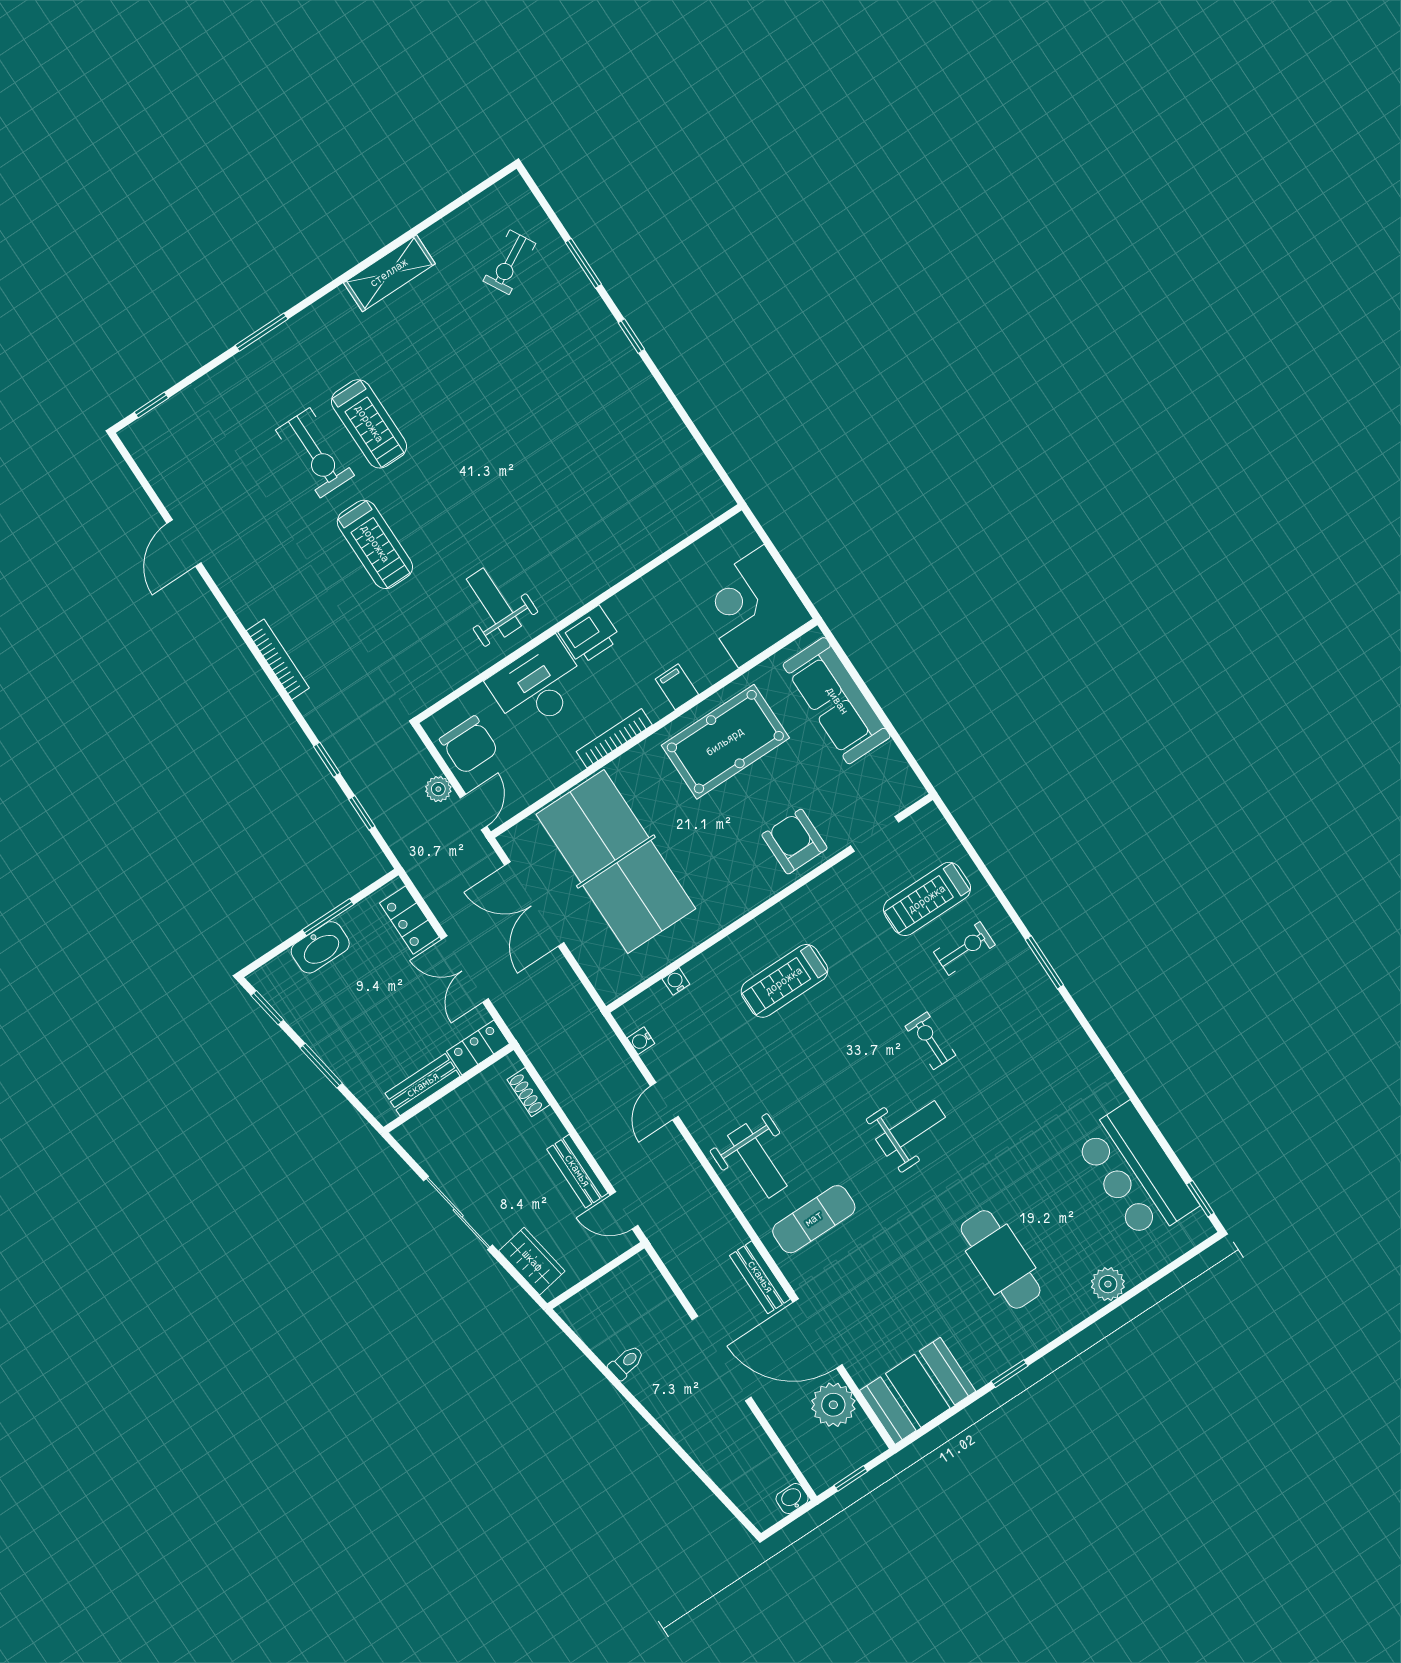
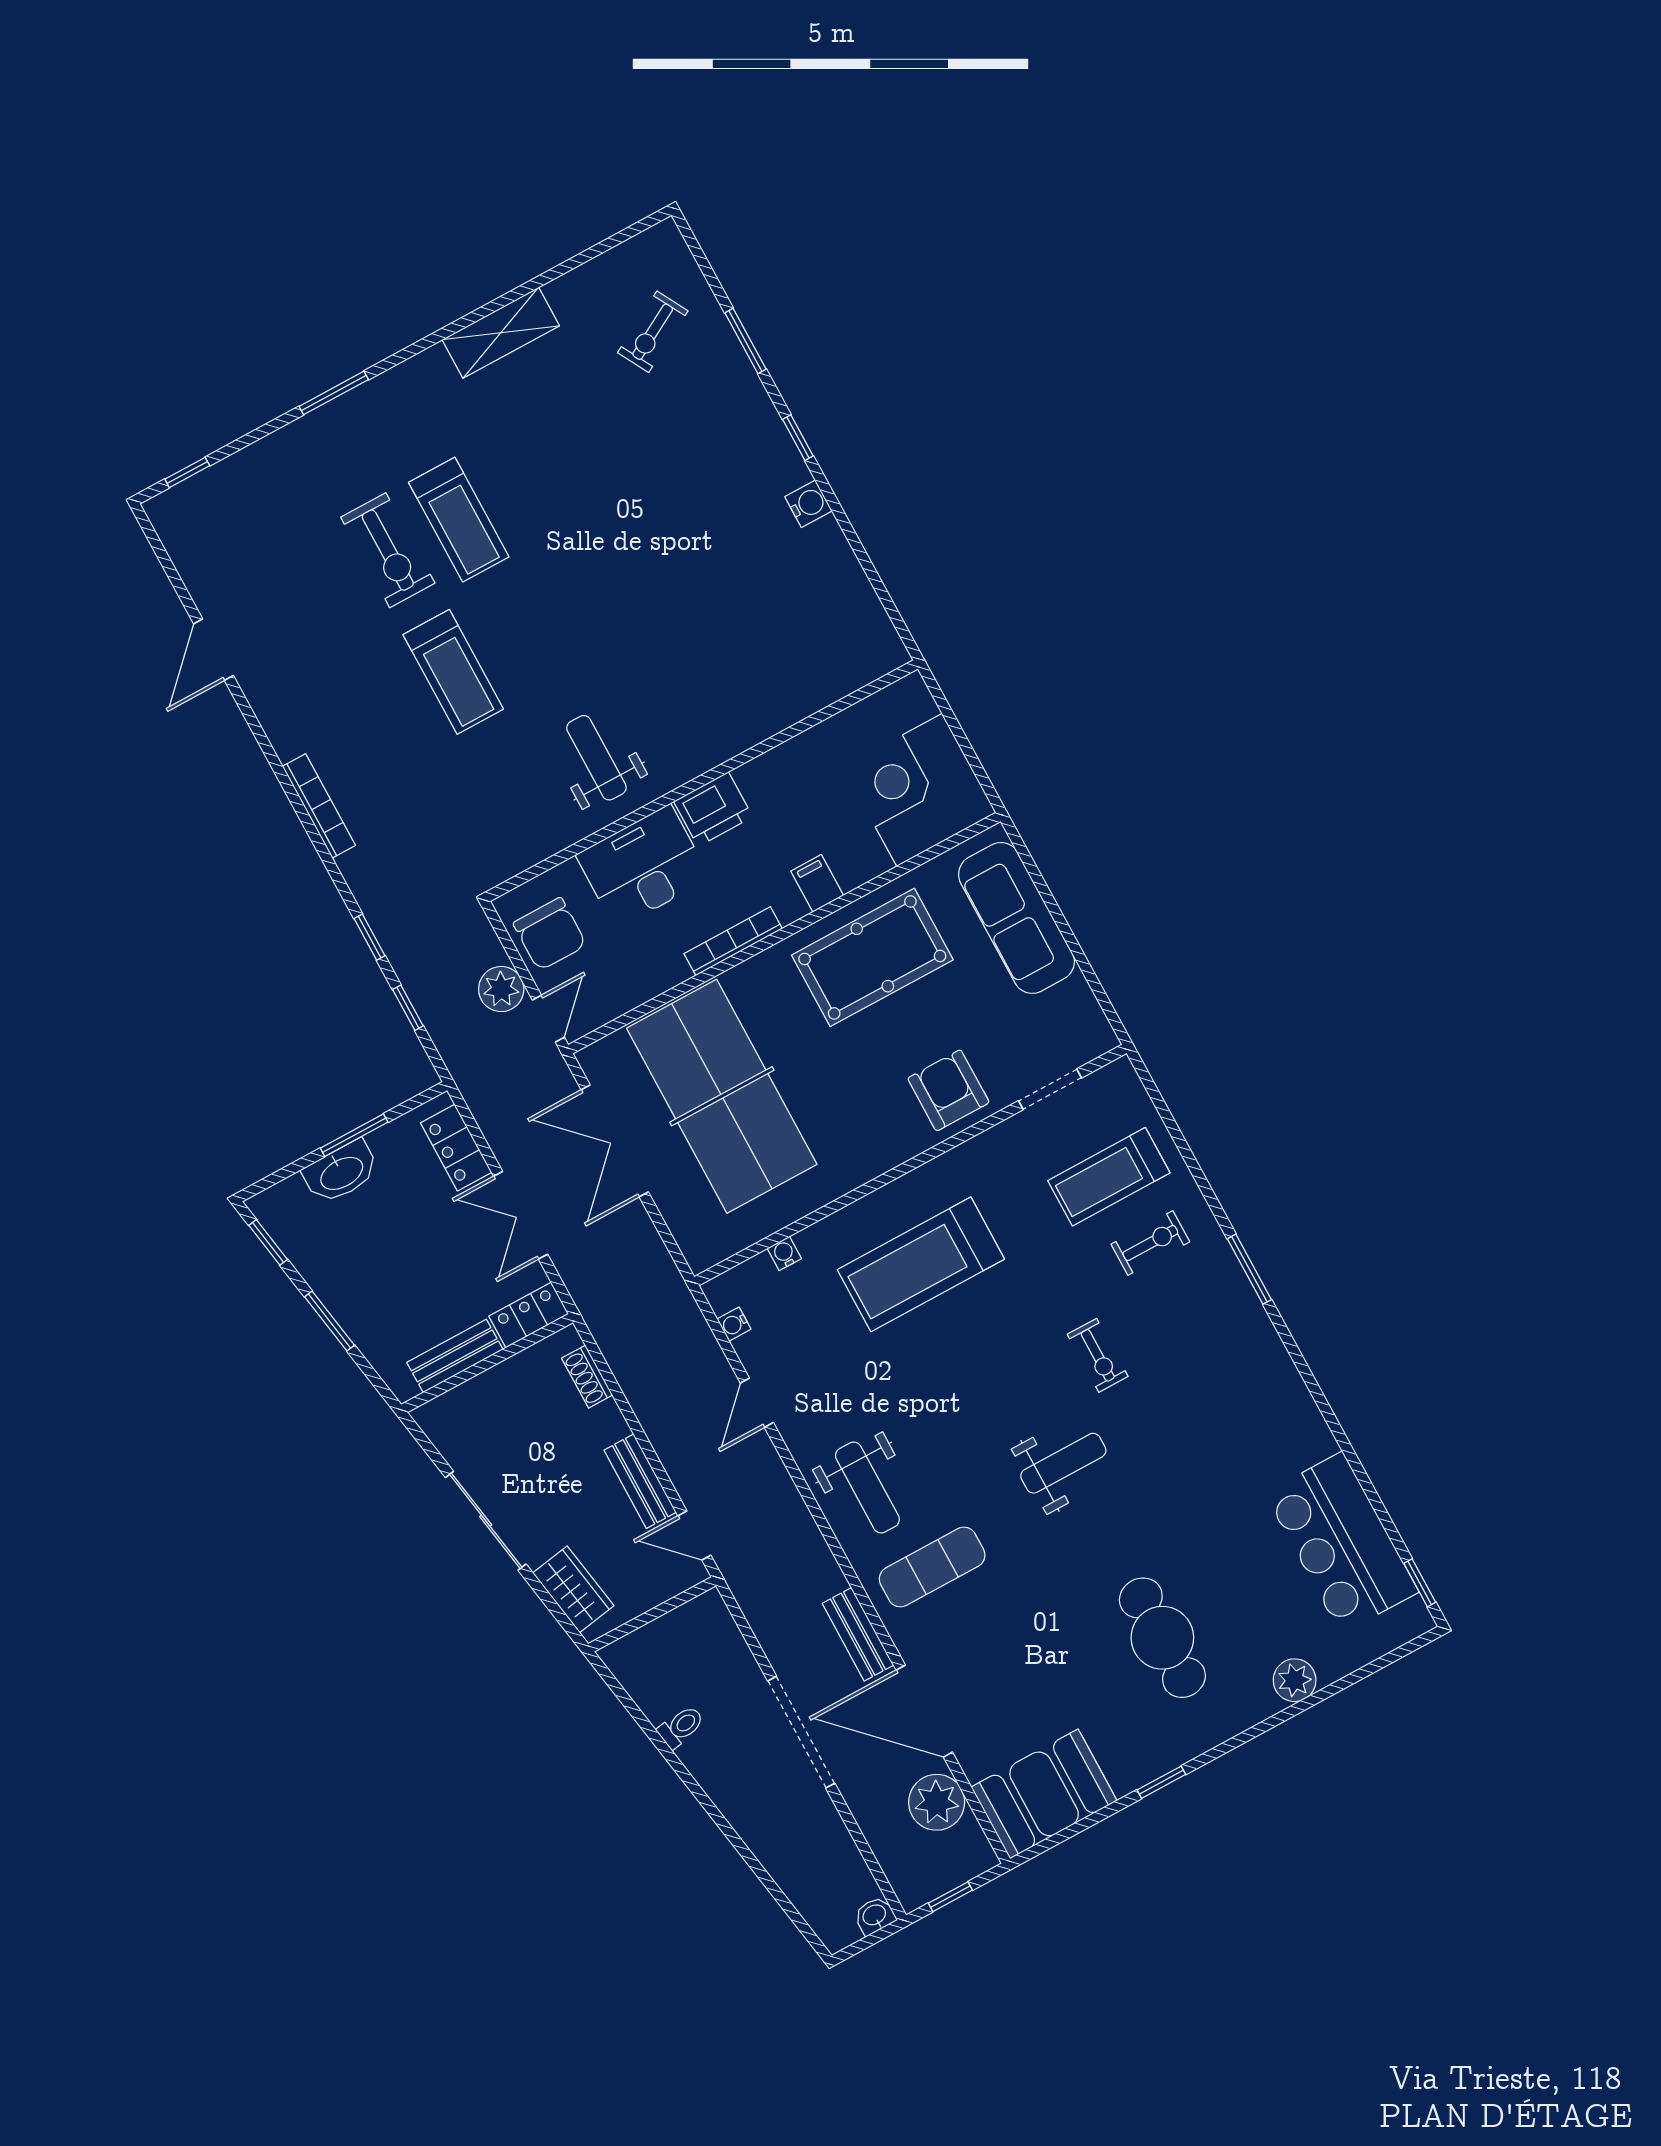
water cooler: (644, 388) -> (808, 504), added
plant: (438, 789) -> (501, 989), width x1.38, depth x1.38
treadmill: (784, 981) -> (921, 1264), width x1.37, depth x1.38
exercise bike: (930, 1041) -> (1098, 1355), turned 180

